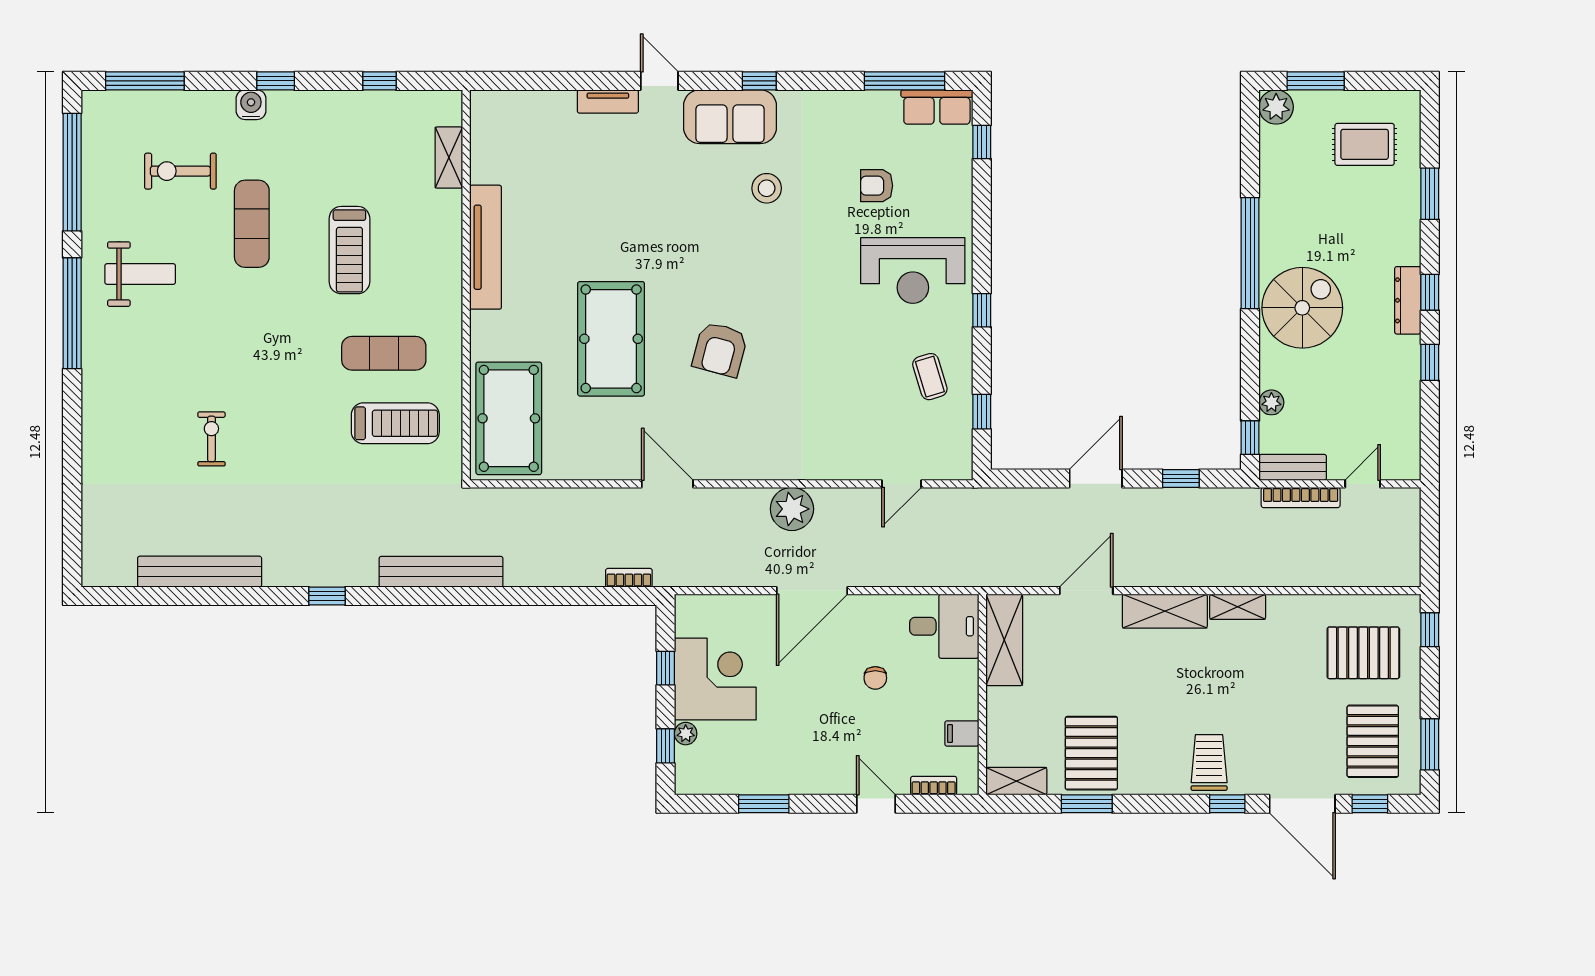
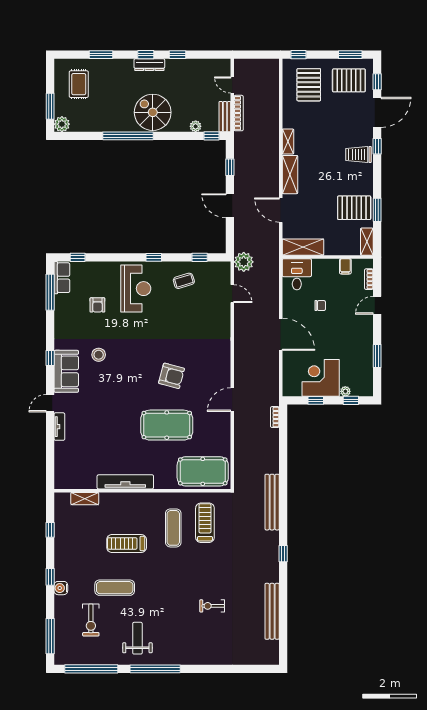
treadmill: (349, 250) -> (127, 543), turned 180
plant: (792, 509) -> (244, 262), moved

